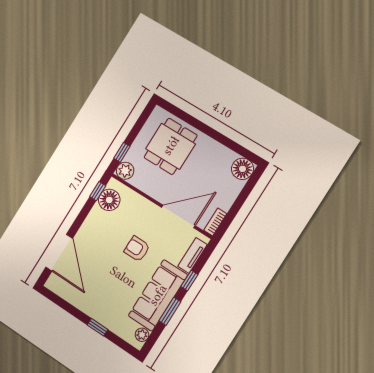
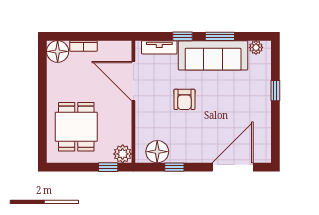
dining table: (171, 146) -> (76, 127), turned 90
window: (98, 191) -> (174, 167), moved
bookcase: (215, 222) -> (83, 46), moved

